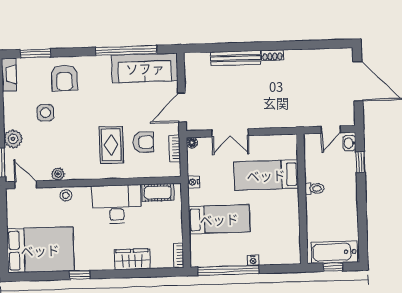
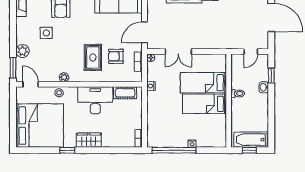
armchair: (143, 142) -> (116, 56), turned 180
washbasin: (349, 143) -> (264, 87), moved
plant: (58, 174) -> (64, 77), moved
bed: (219, 219) -> (204, 104), moved, turned 180
bed: (40, 250) -> (40, 126), width x1.36
wardrobe: (132, 259) -> (89, 140), moved

